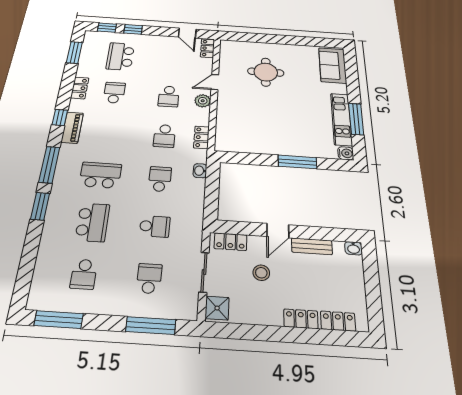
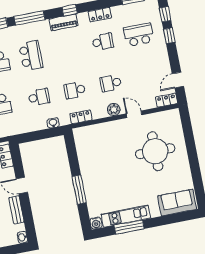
round table: (266, 72) -> (155, 151), width x1.36, depth x1.36

